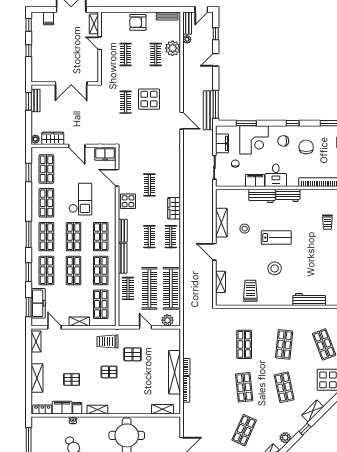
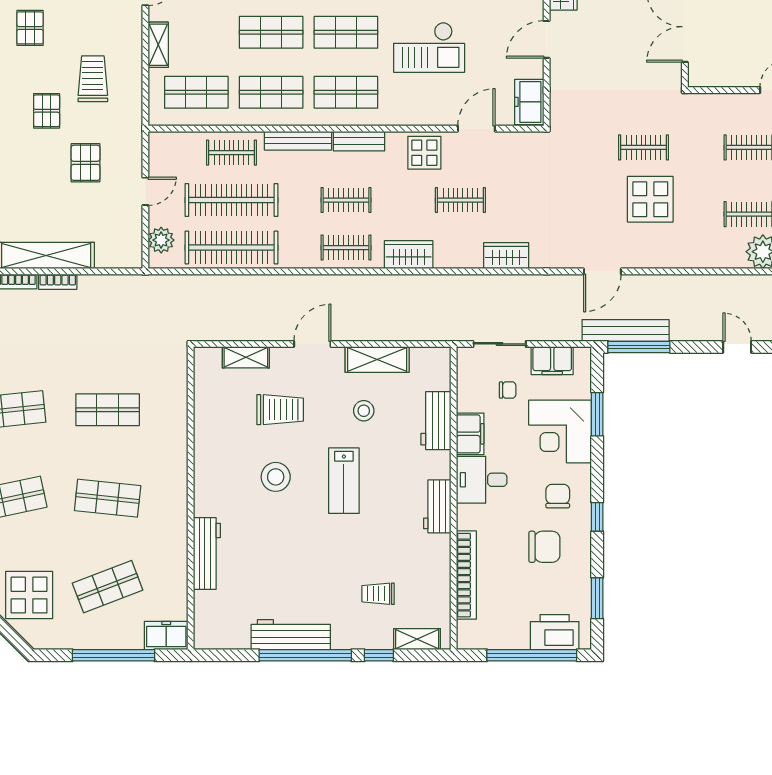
wardrobe: (175, 164) -> (506, 256), added
workbench: (262, 196) -> (436, 421), moved
trolley: (250, 291) -> (280, 410), moved
trolley: (108, 342) -> (93, 79), moved

